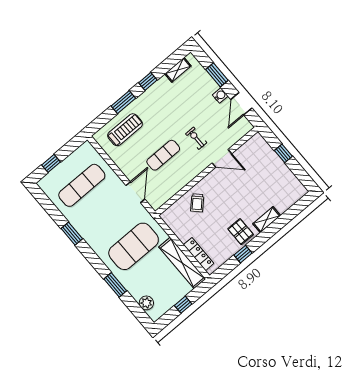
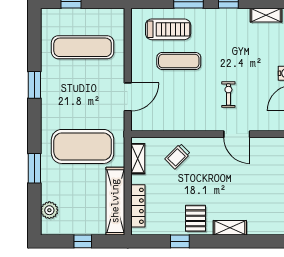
exercise mat: (163, 155) -> (179, 61), moved
shelving: (174, 225) -> (138, 159), added

